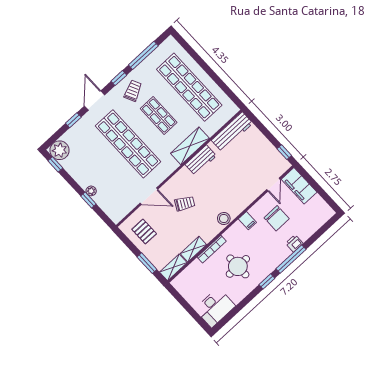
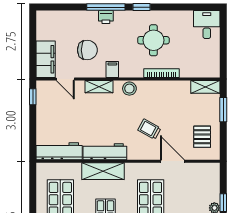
workbench: (201, 160) -> (105, 152), width x1.37
door: (273, 185) -> (65, 79), swing flipped
chair: (277, 218) -> (87, 50), turned 90
printer: (294, 243) -> (106, 17), moved
shelving: (193, 249) -> (99, 87), moved
desk: (215, 308) -> (207, 25), width x0.73

